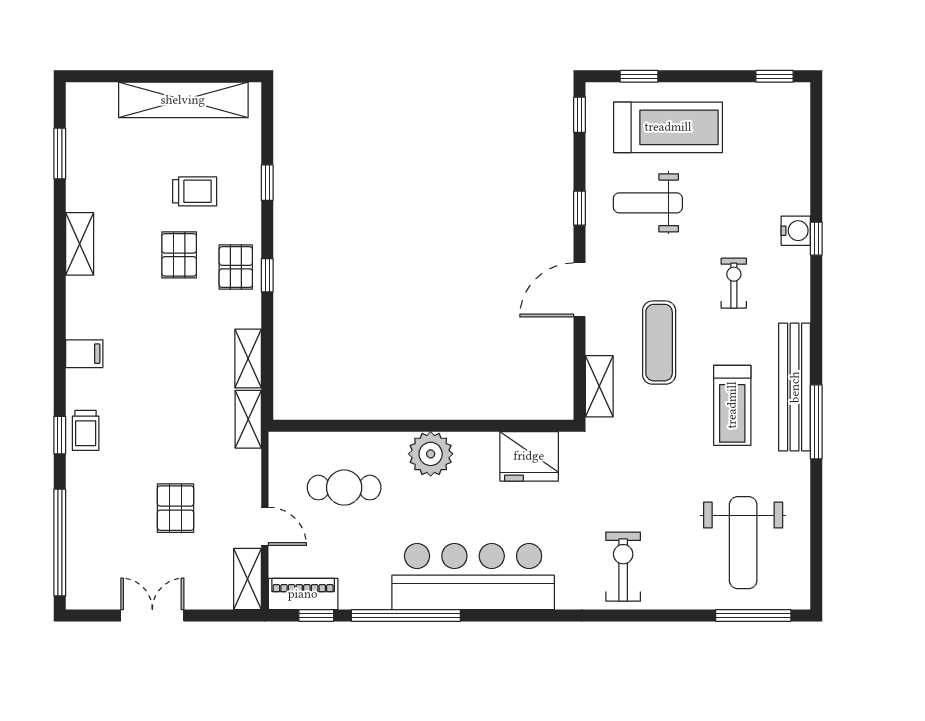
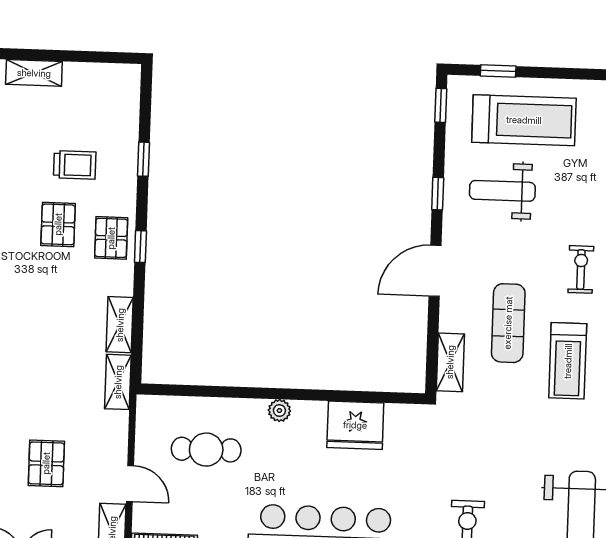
shelving: (183, 100) -> (34, 73), width x0.45, depth x0.75
treadmill: (732, 405) -> (568, 361), moved
plant: (431, 454) -> (279, 411), width x0.53, depth x0.53
fridge: (529, 456) -> (355, 425), moved

